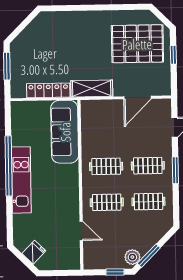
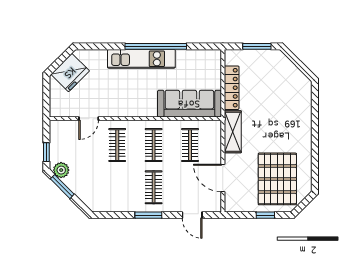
clothes rail: (148, 202) -> (190, 145), moved
fridge: (34, 252) -> (70, 73), width x1.88, depth x1.34

